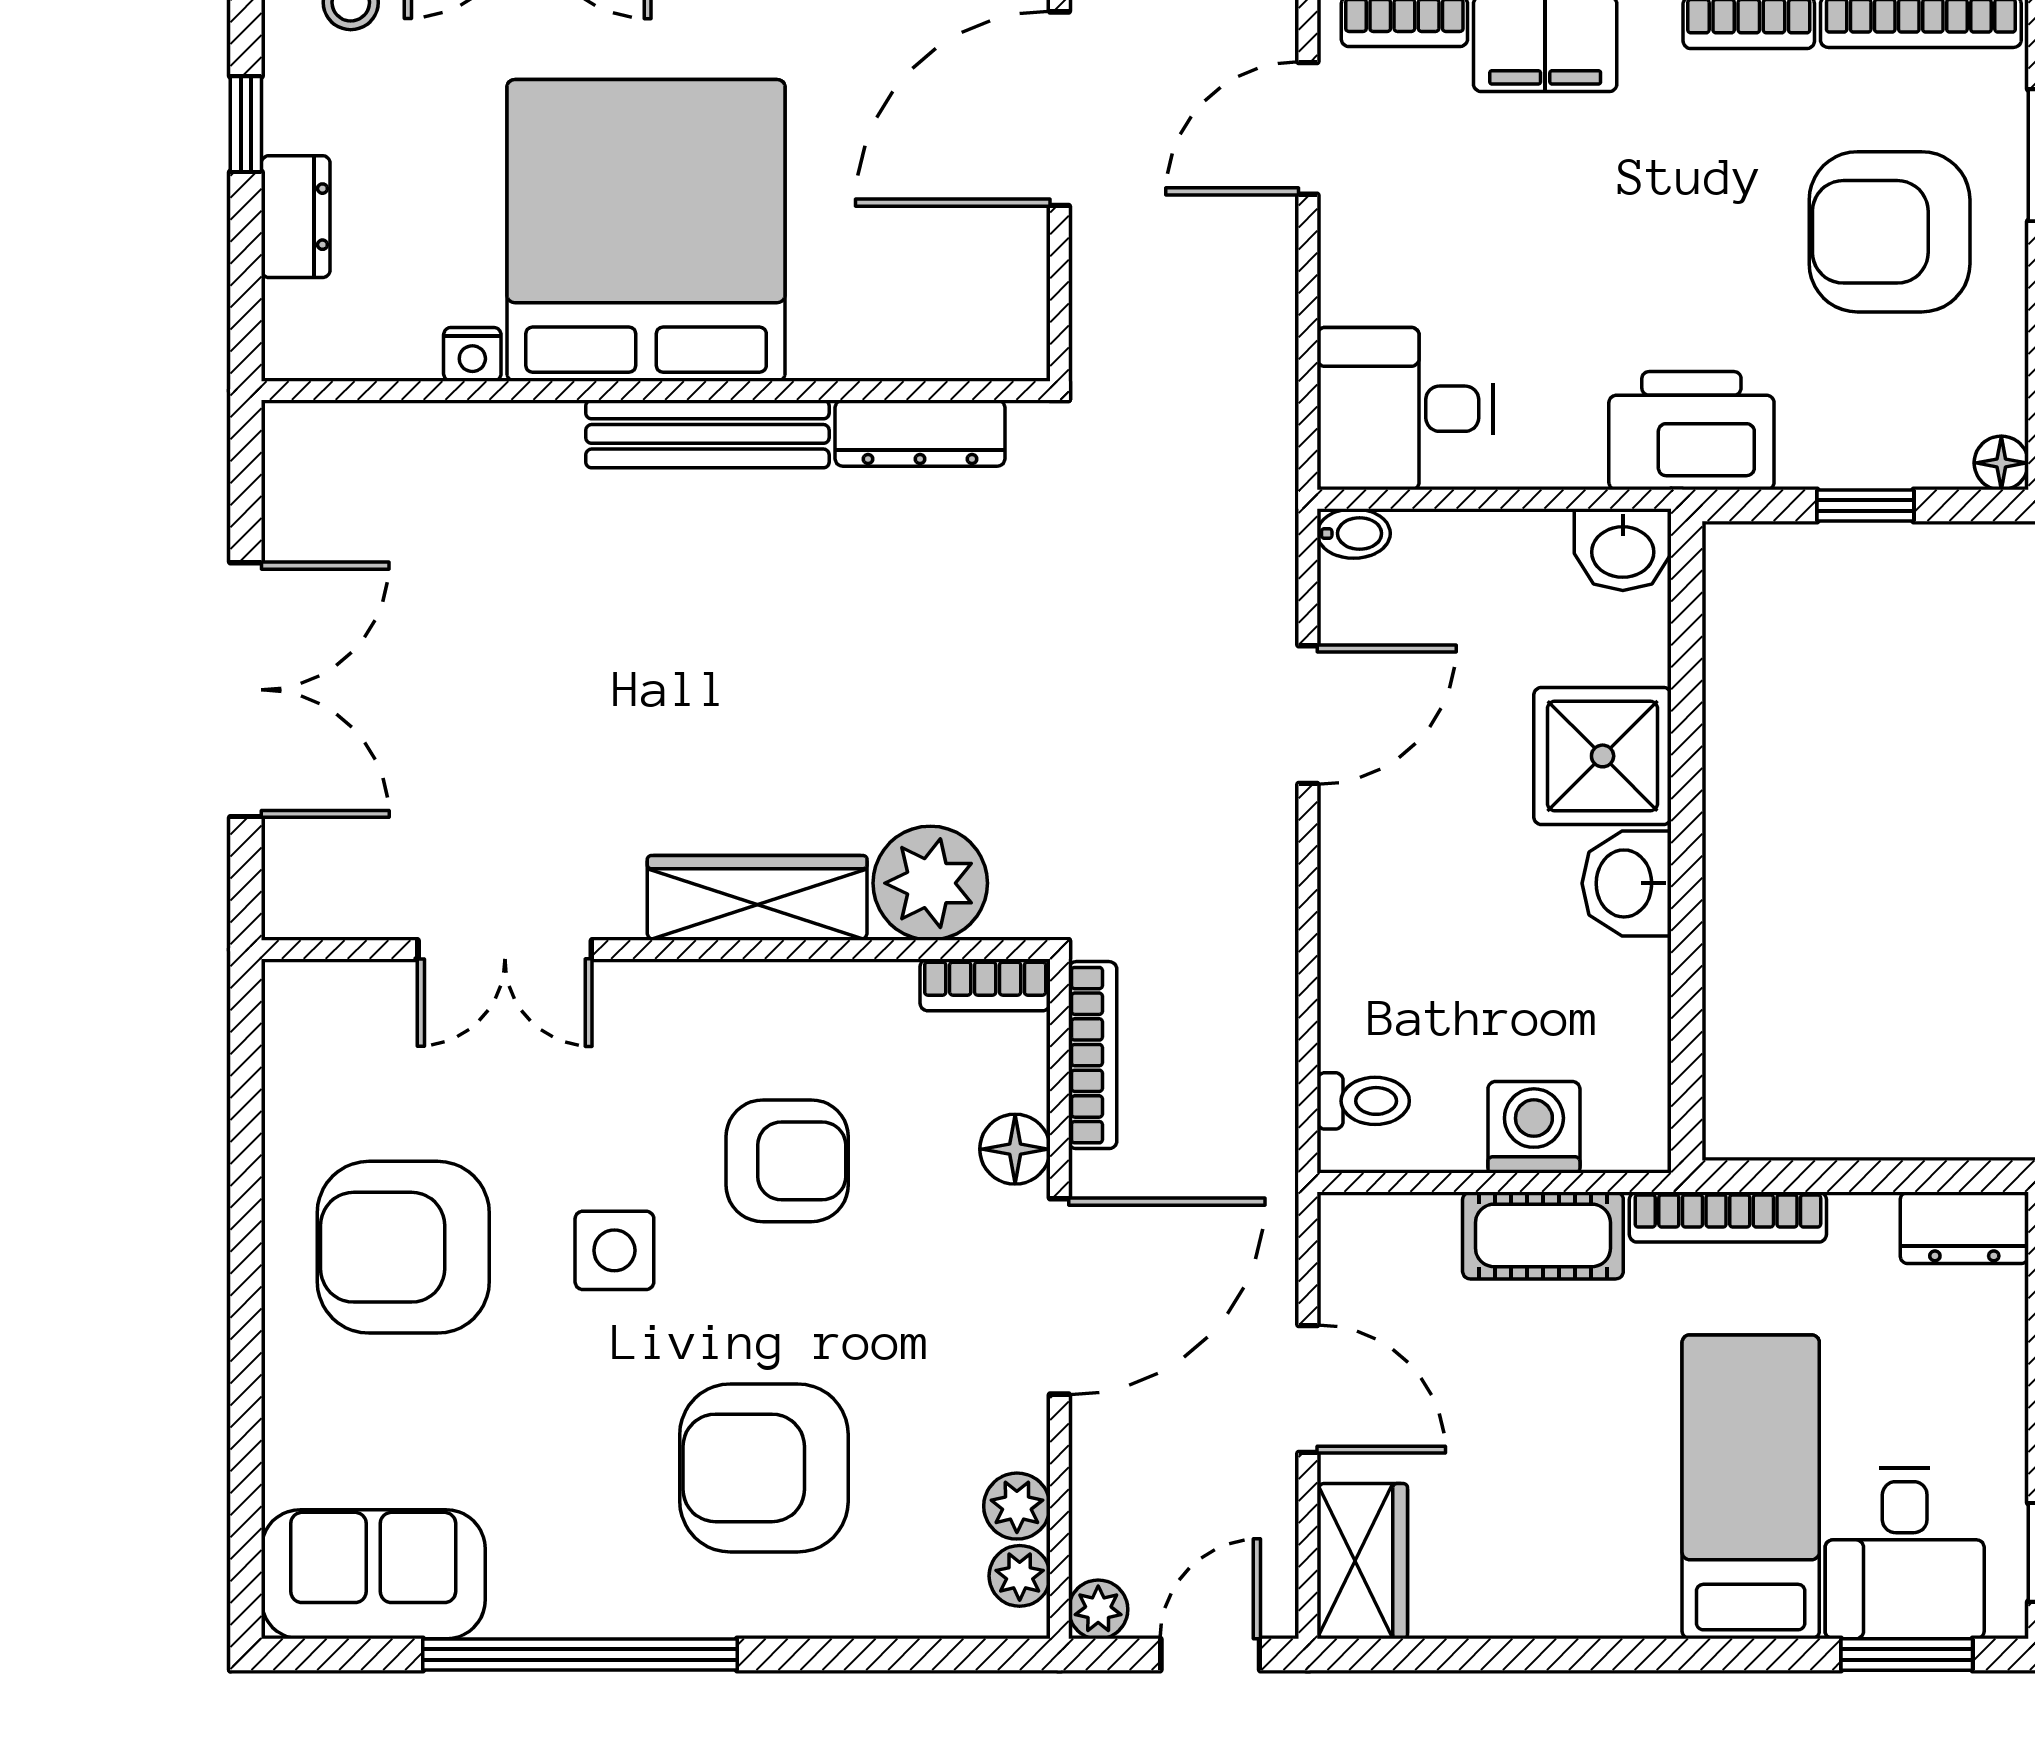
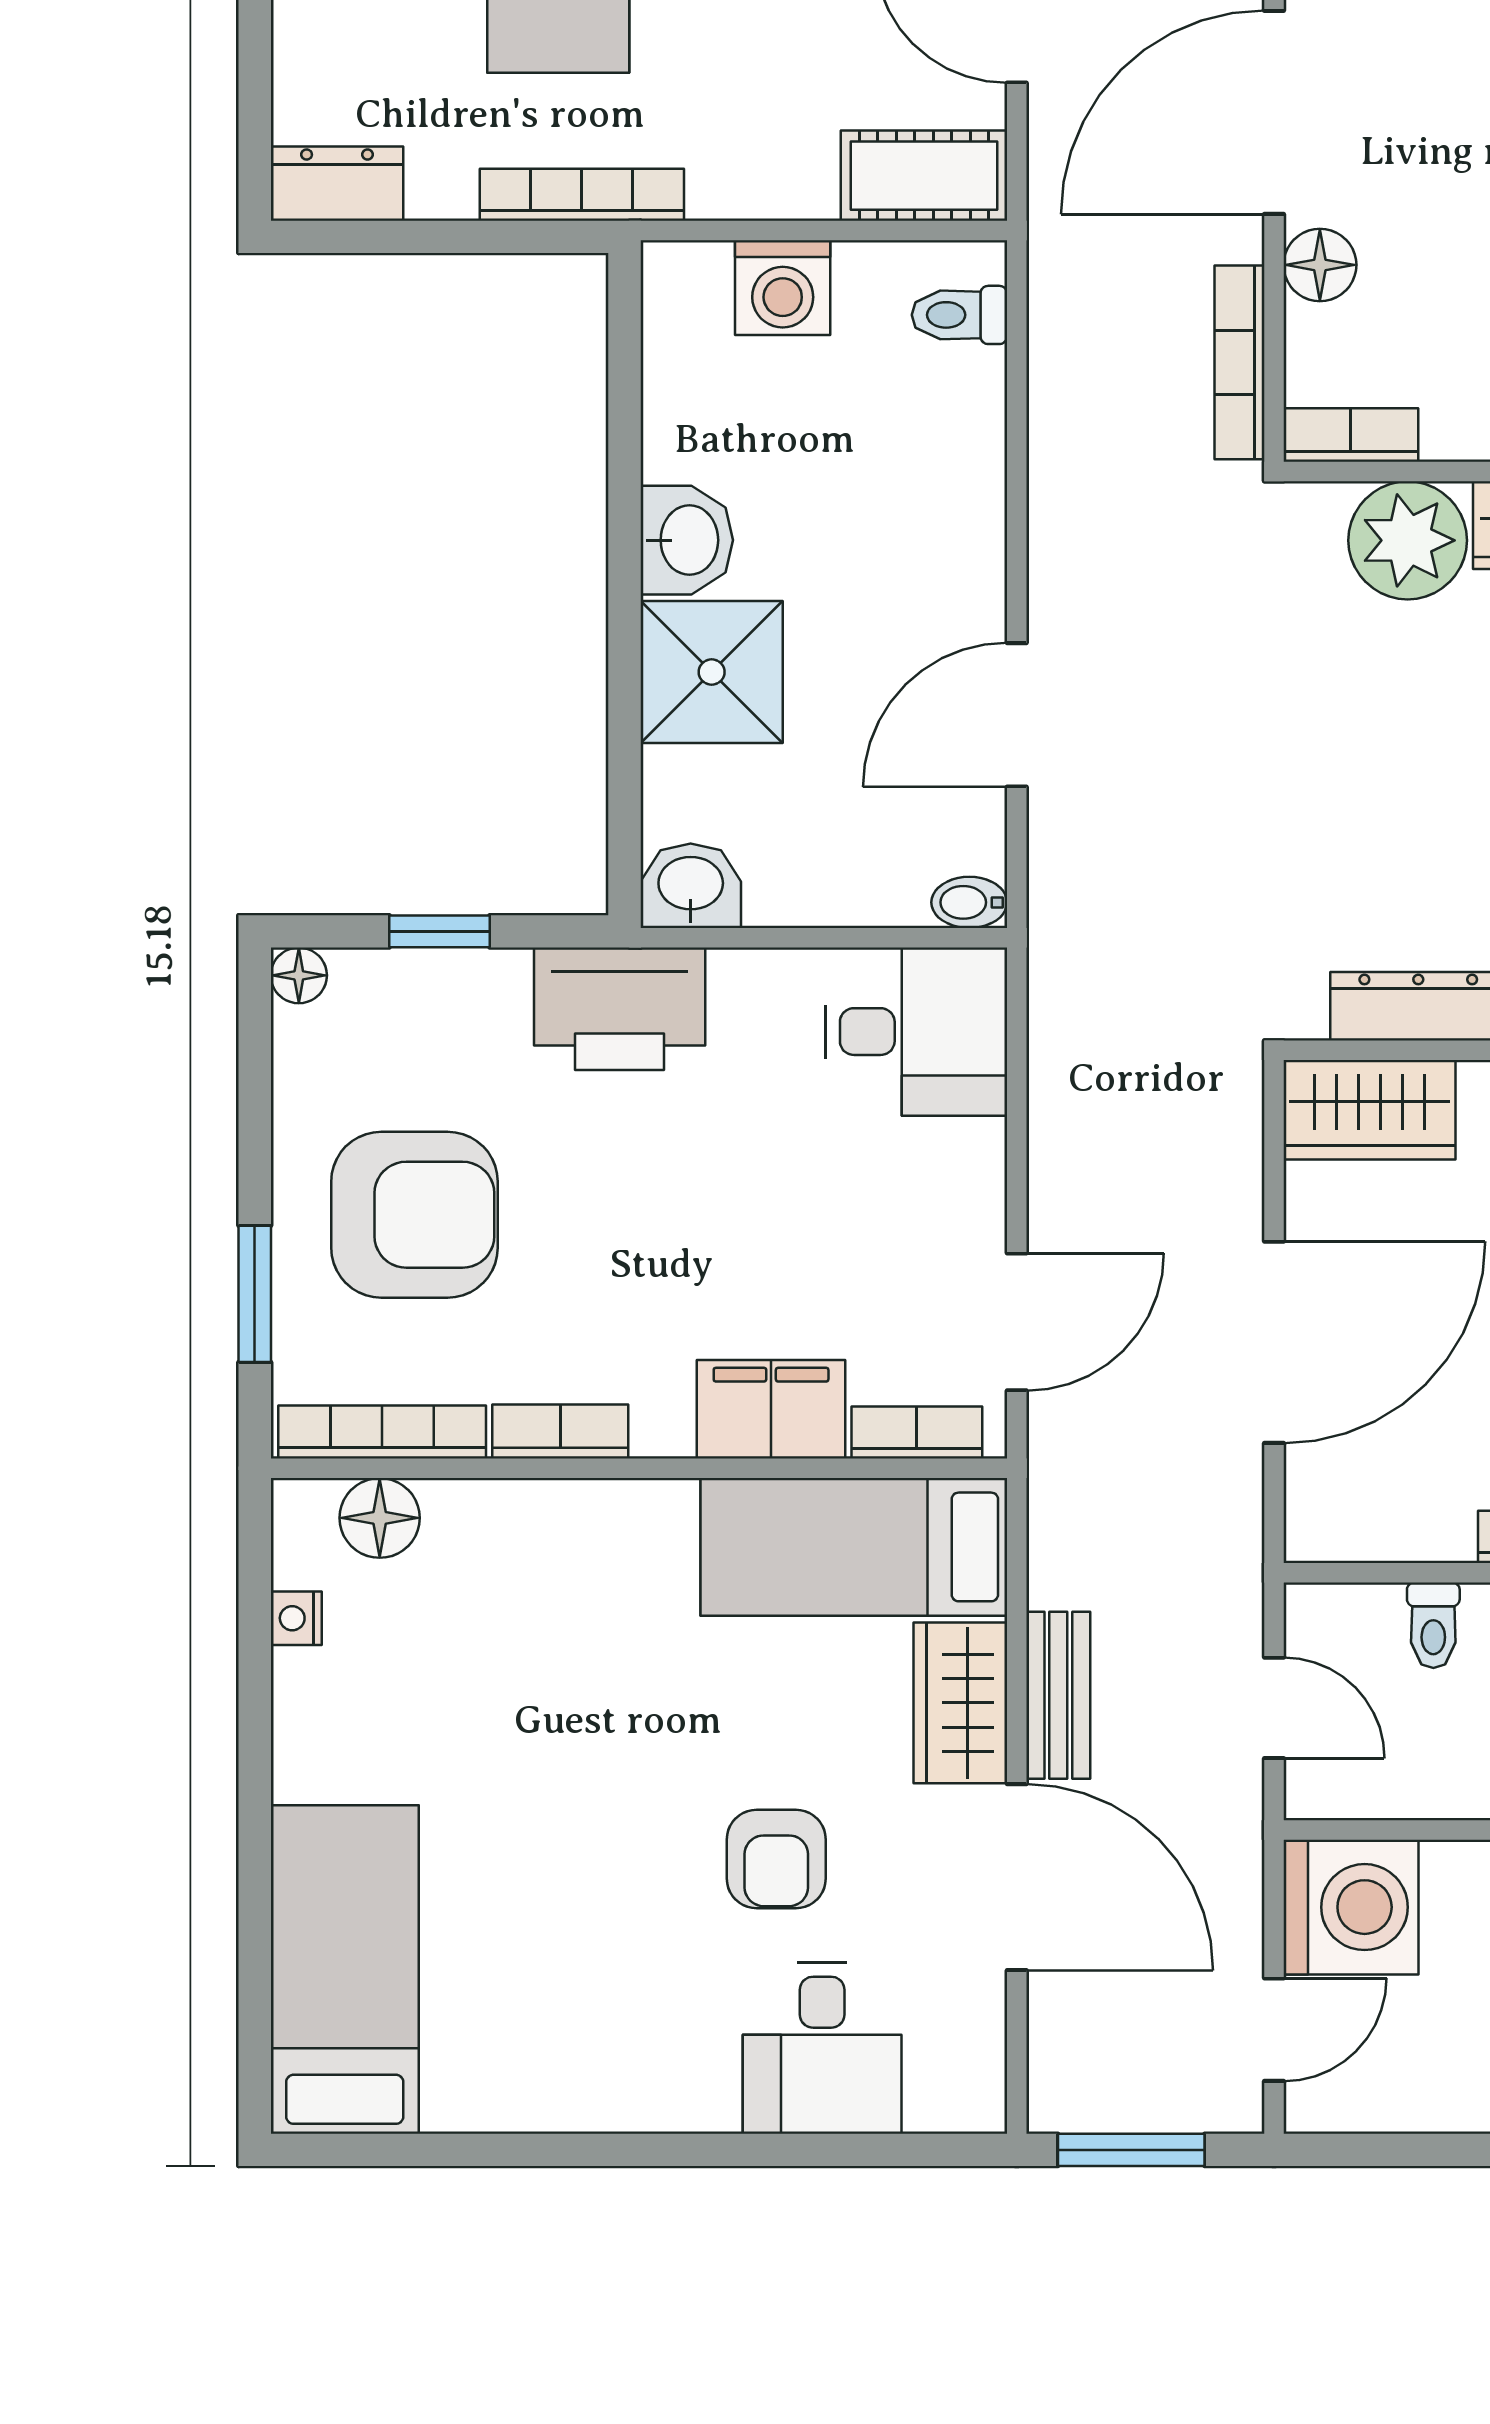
wardrobe: (967, 333) -> (1370, 1110), added
cot: (1543, 1235) -> (924, 176), moved

